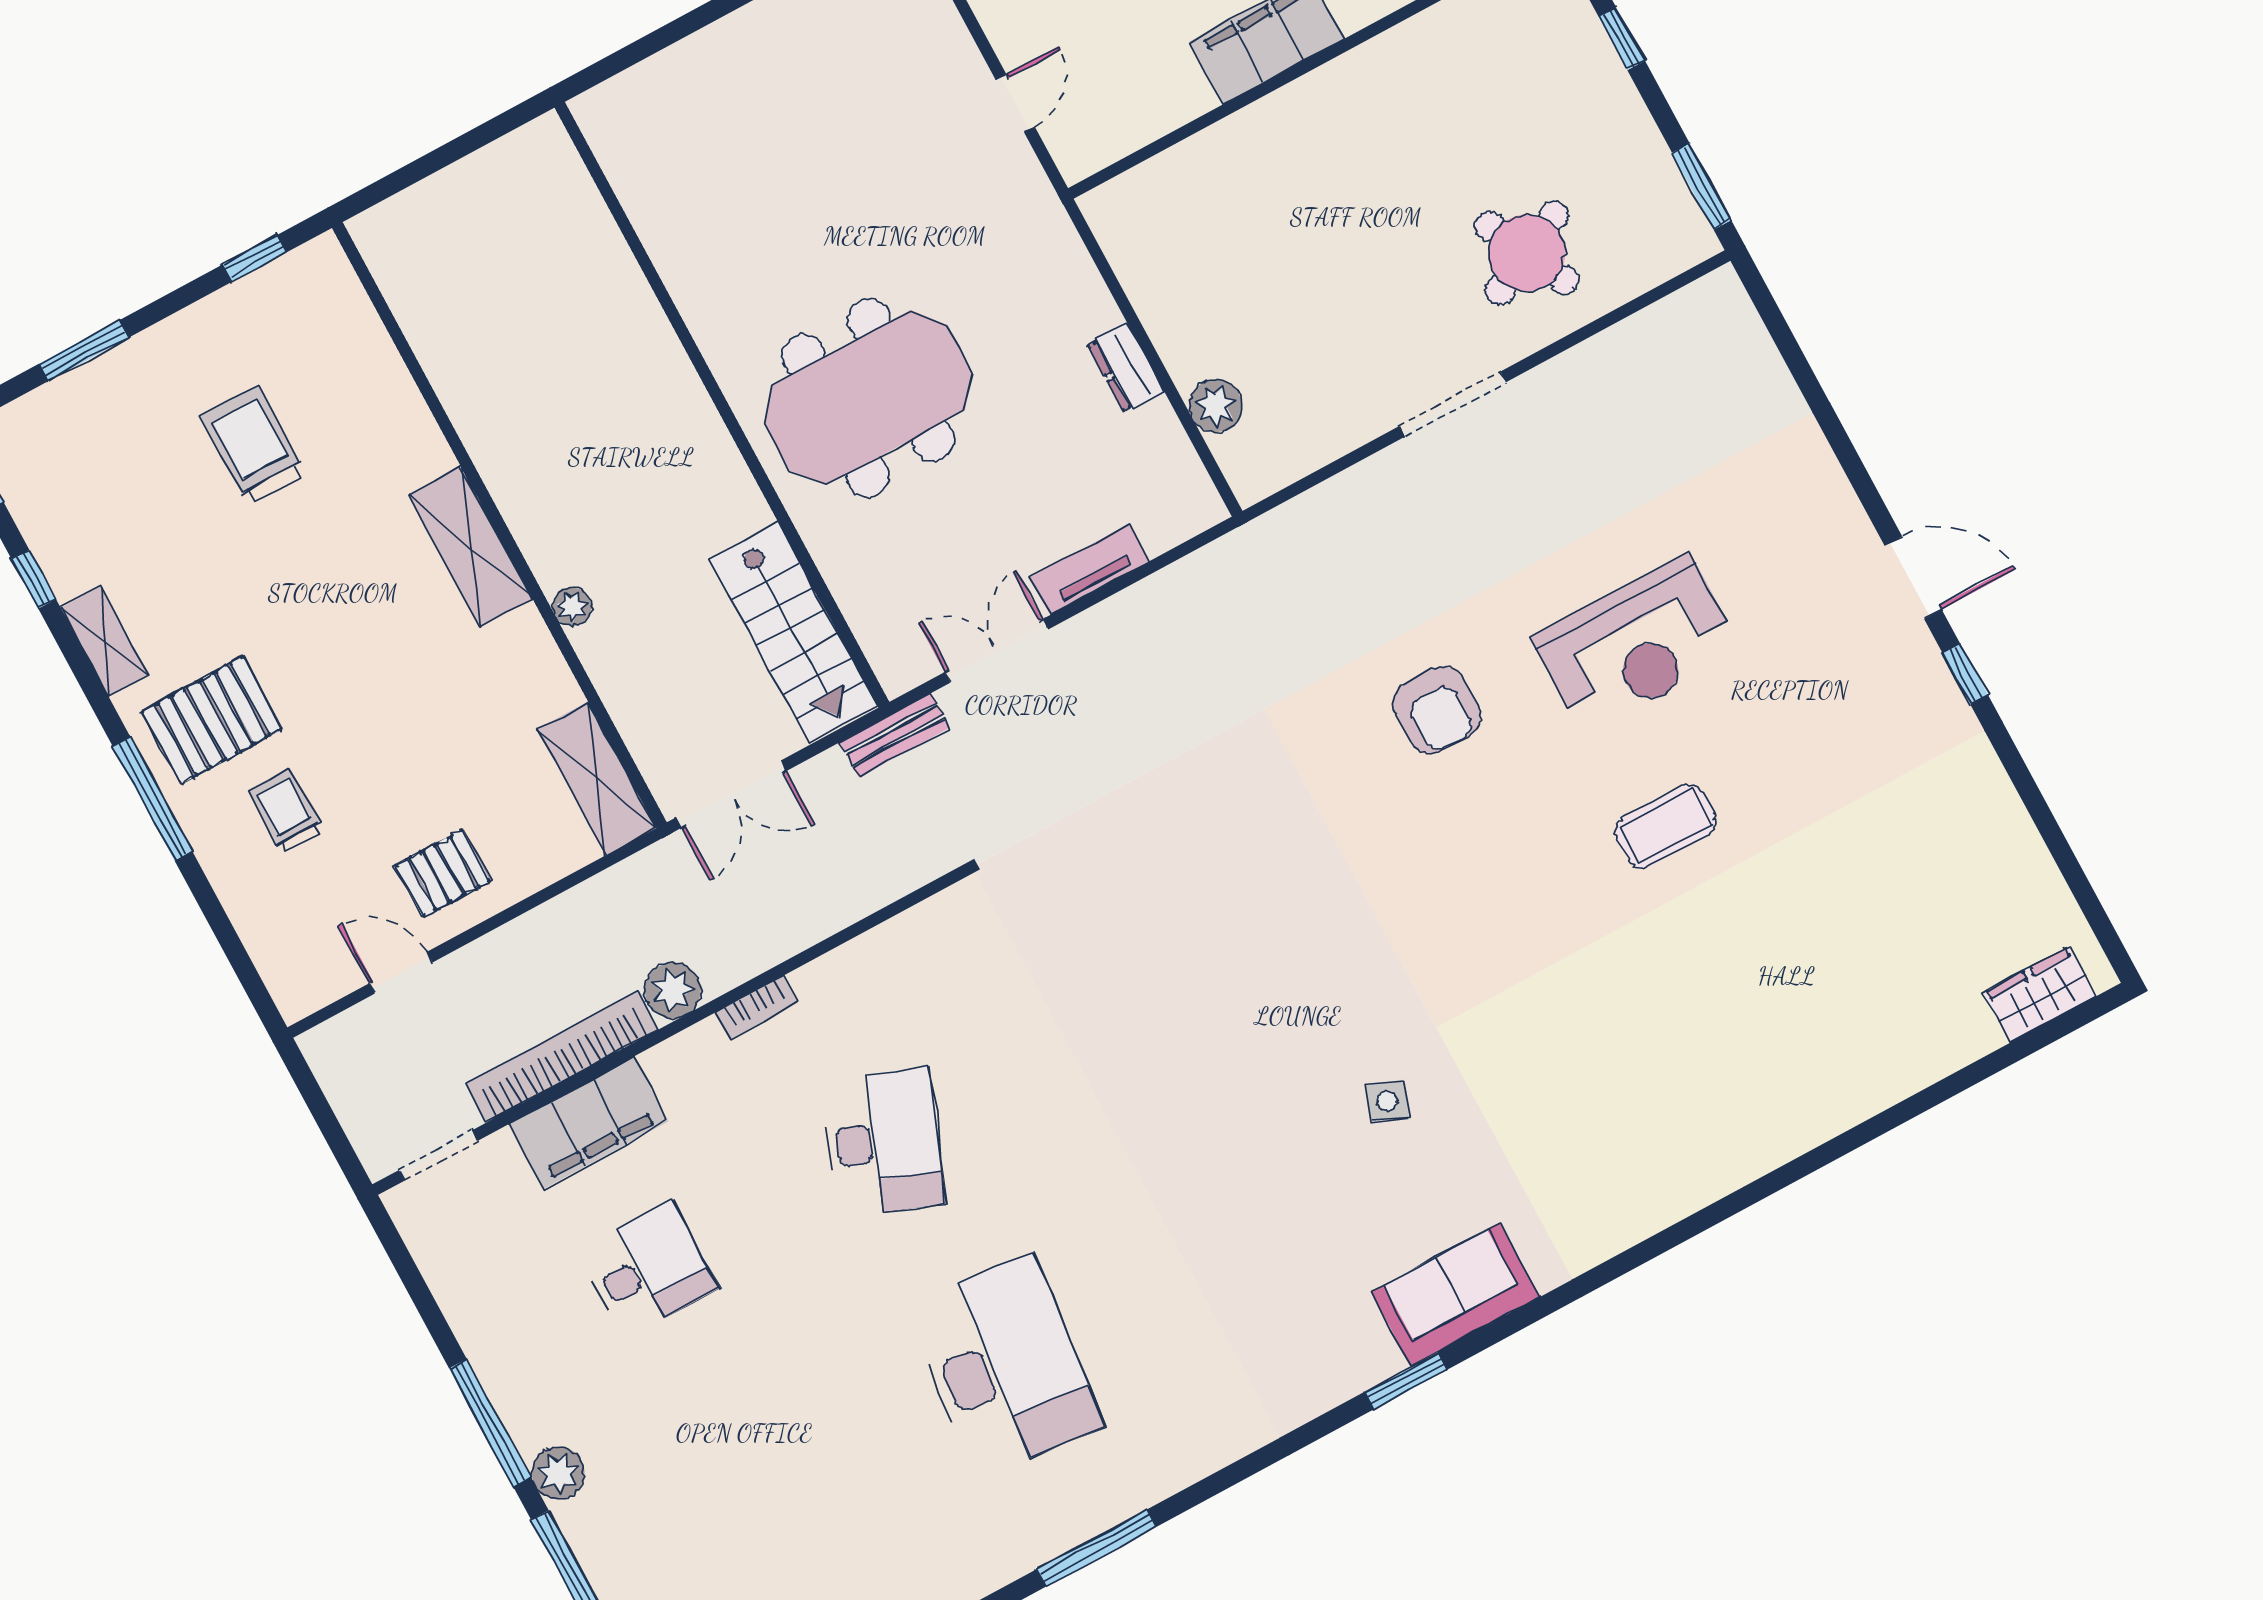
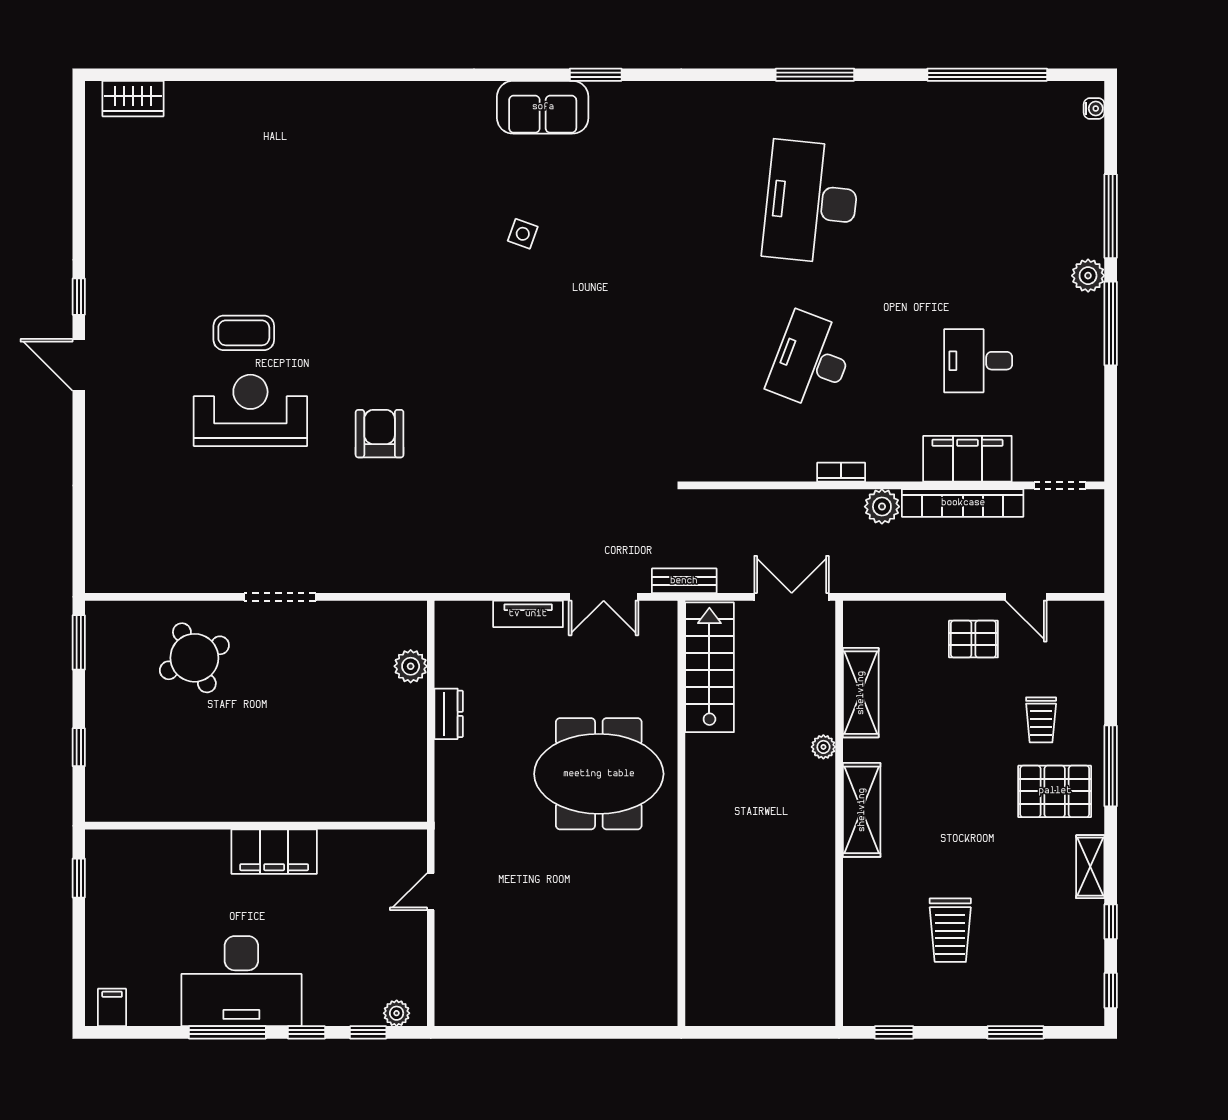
shelving: (597, 778) -> (861, 693), moved
coffee table: (1666, 826) -> (244, 333), moved

